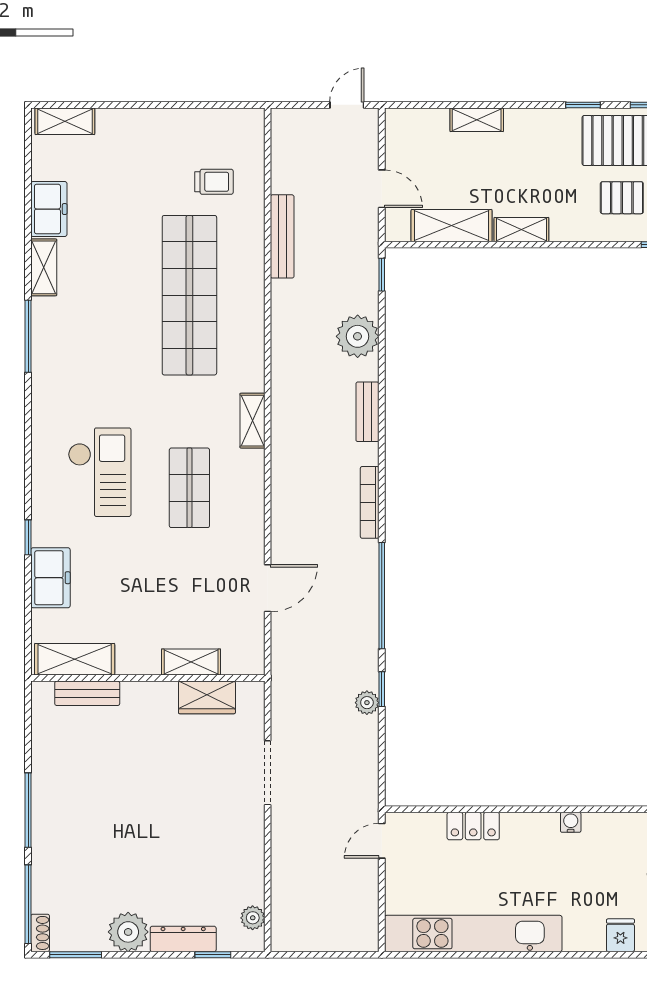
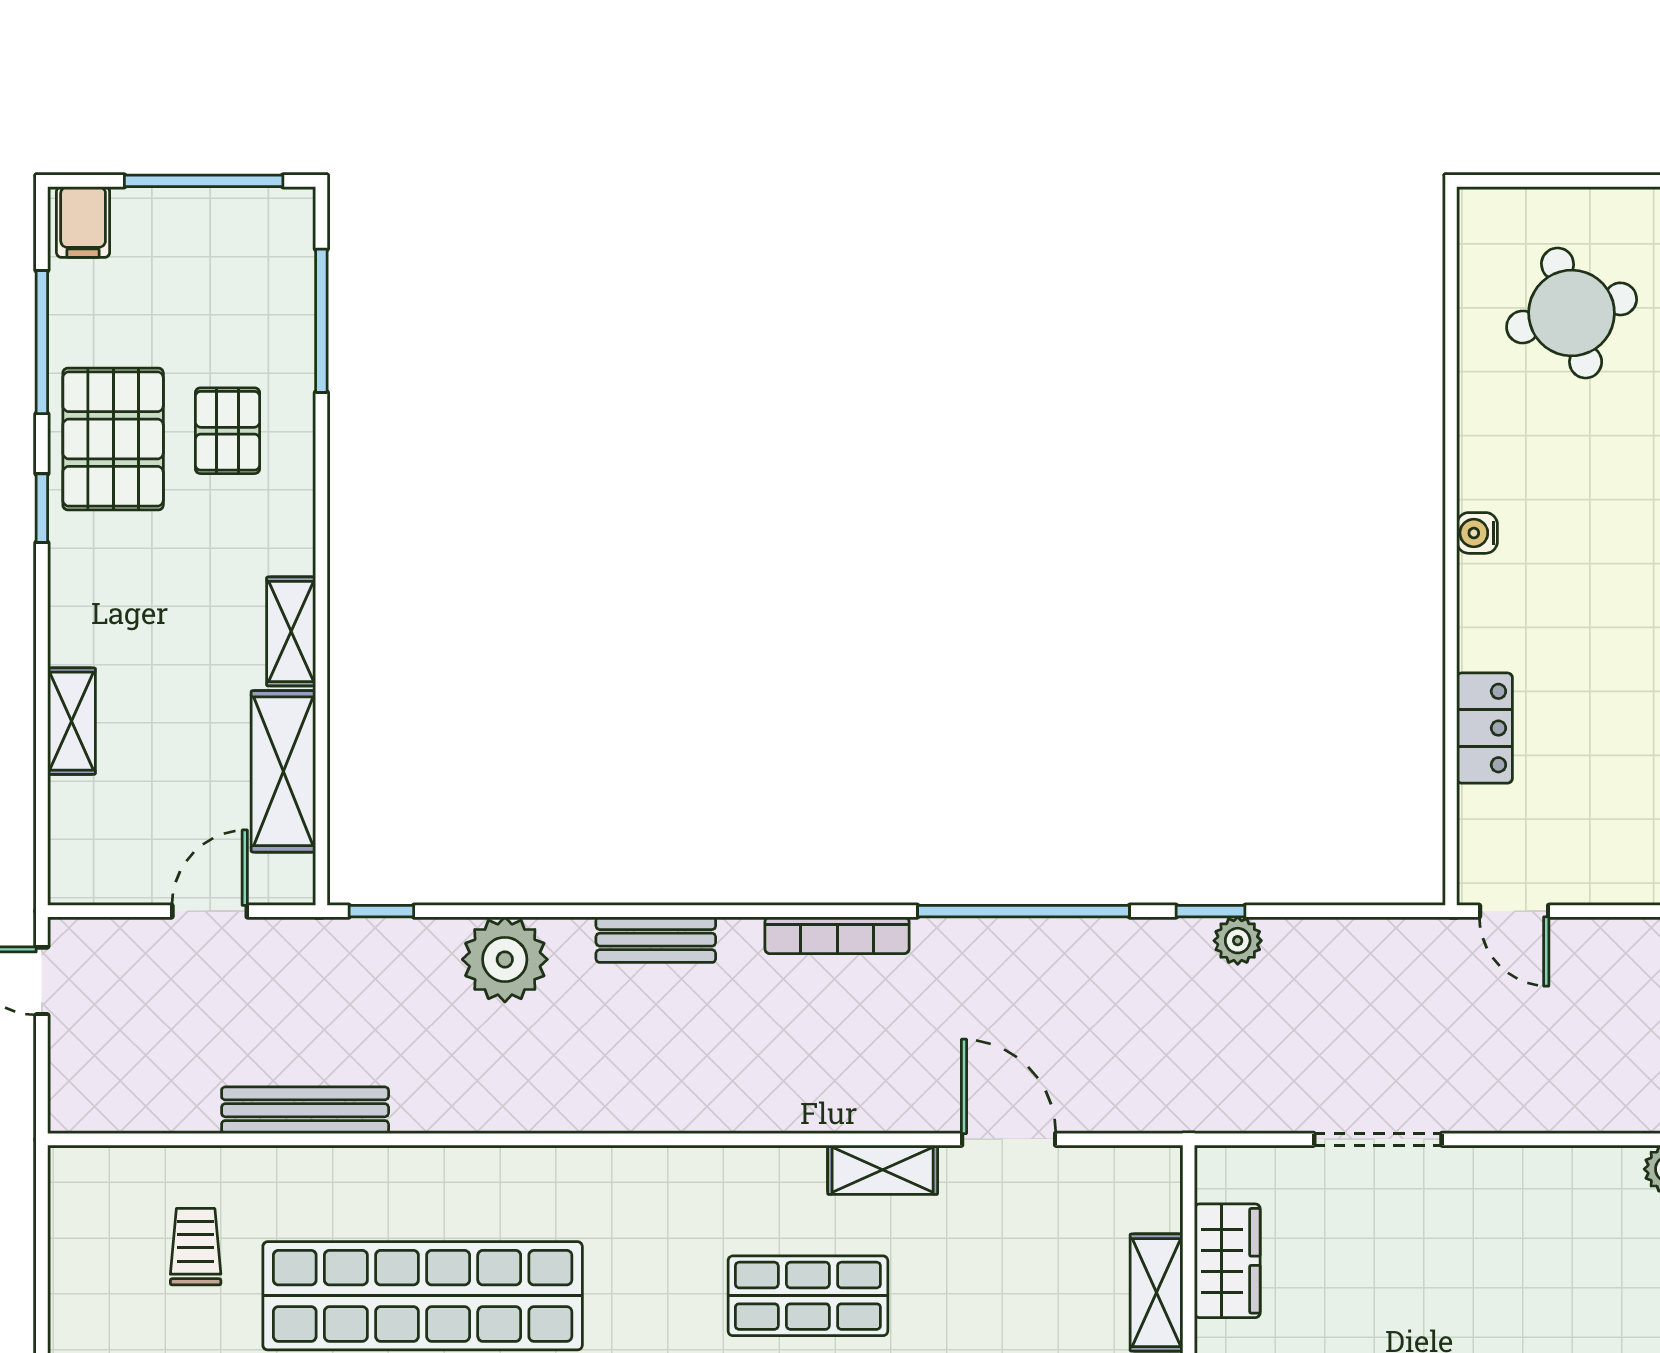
shelving: (252, 421) -> (883, 1170), moved

